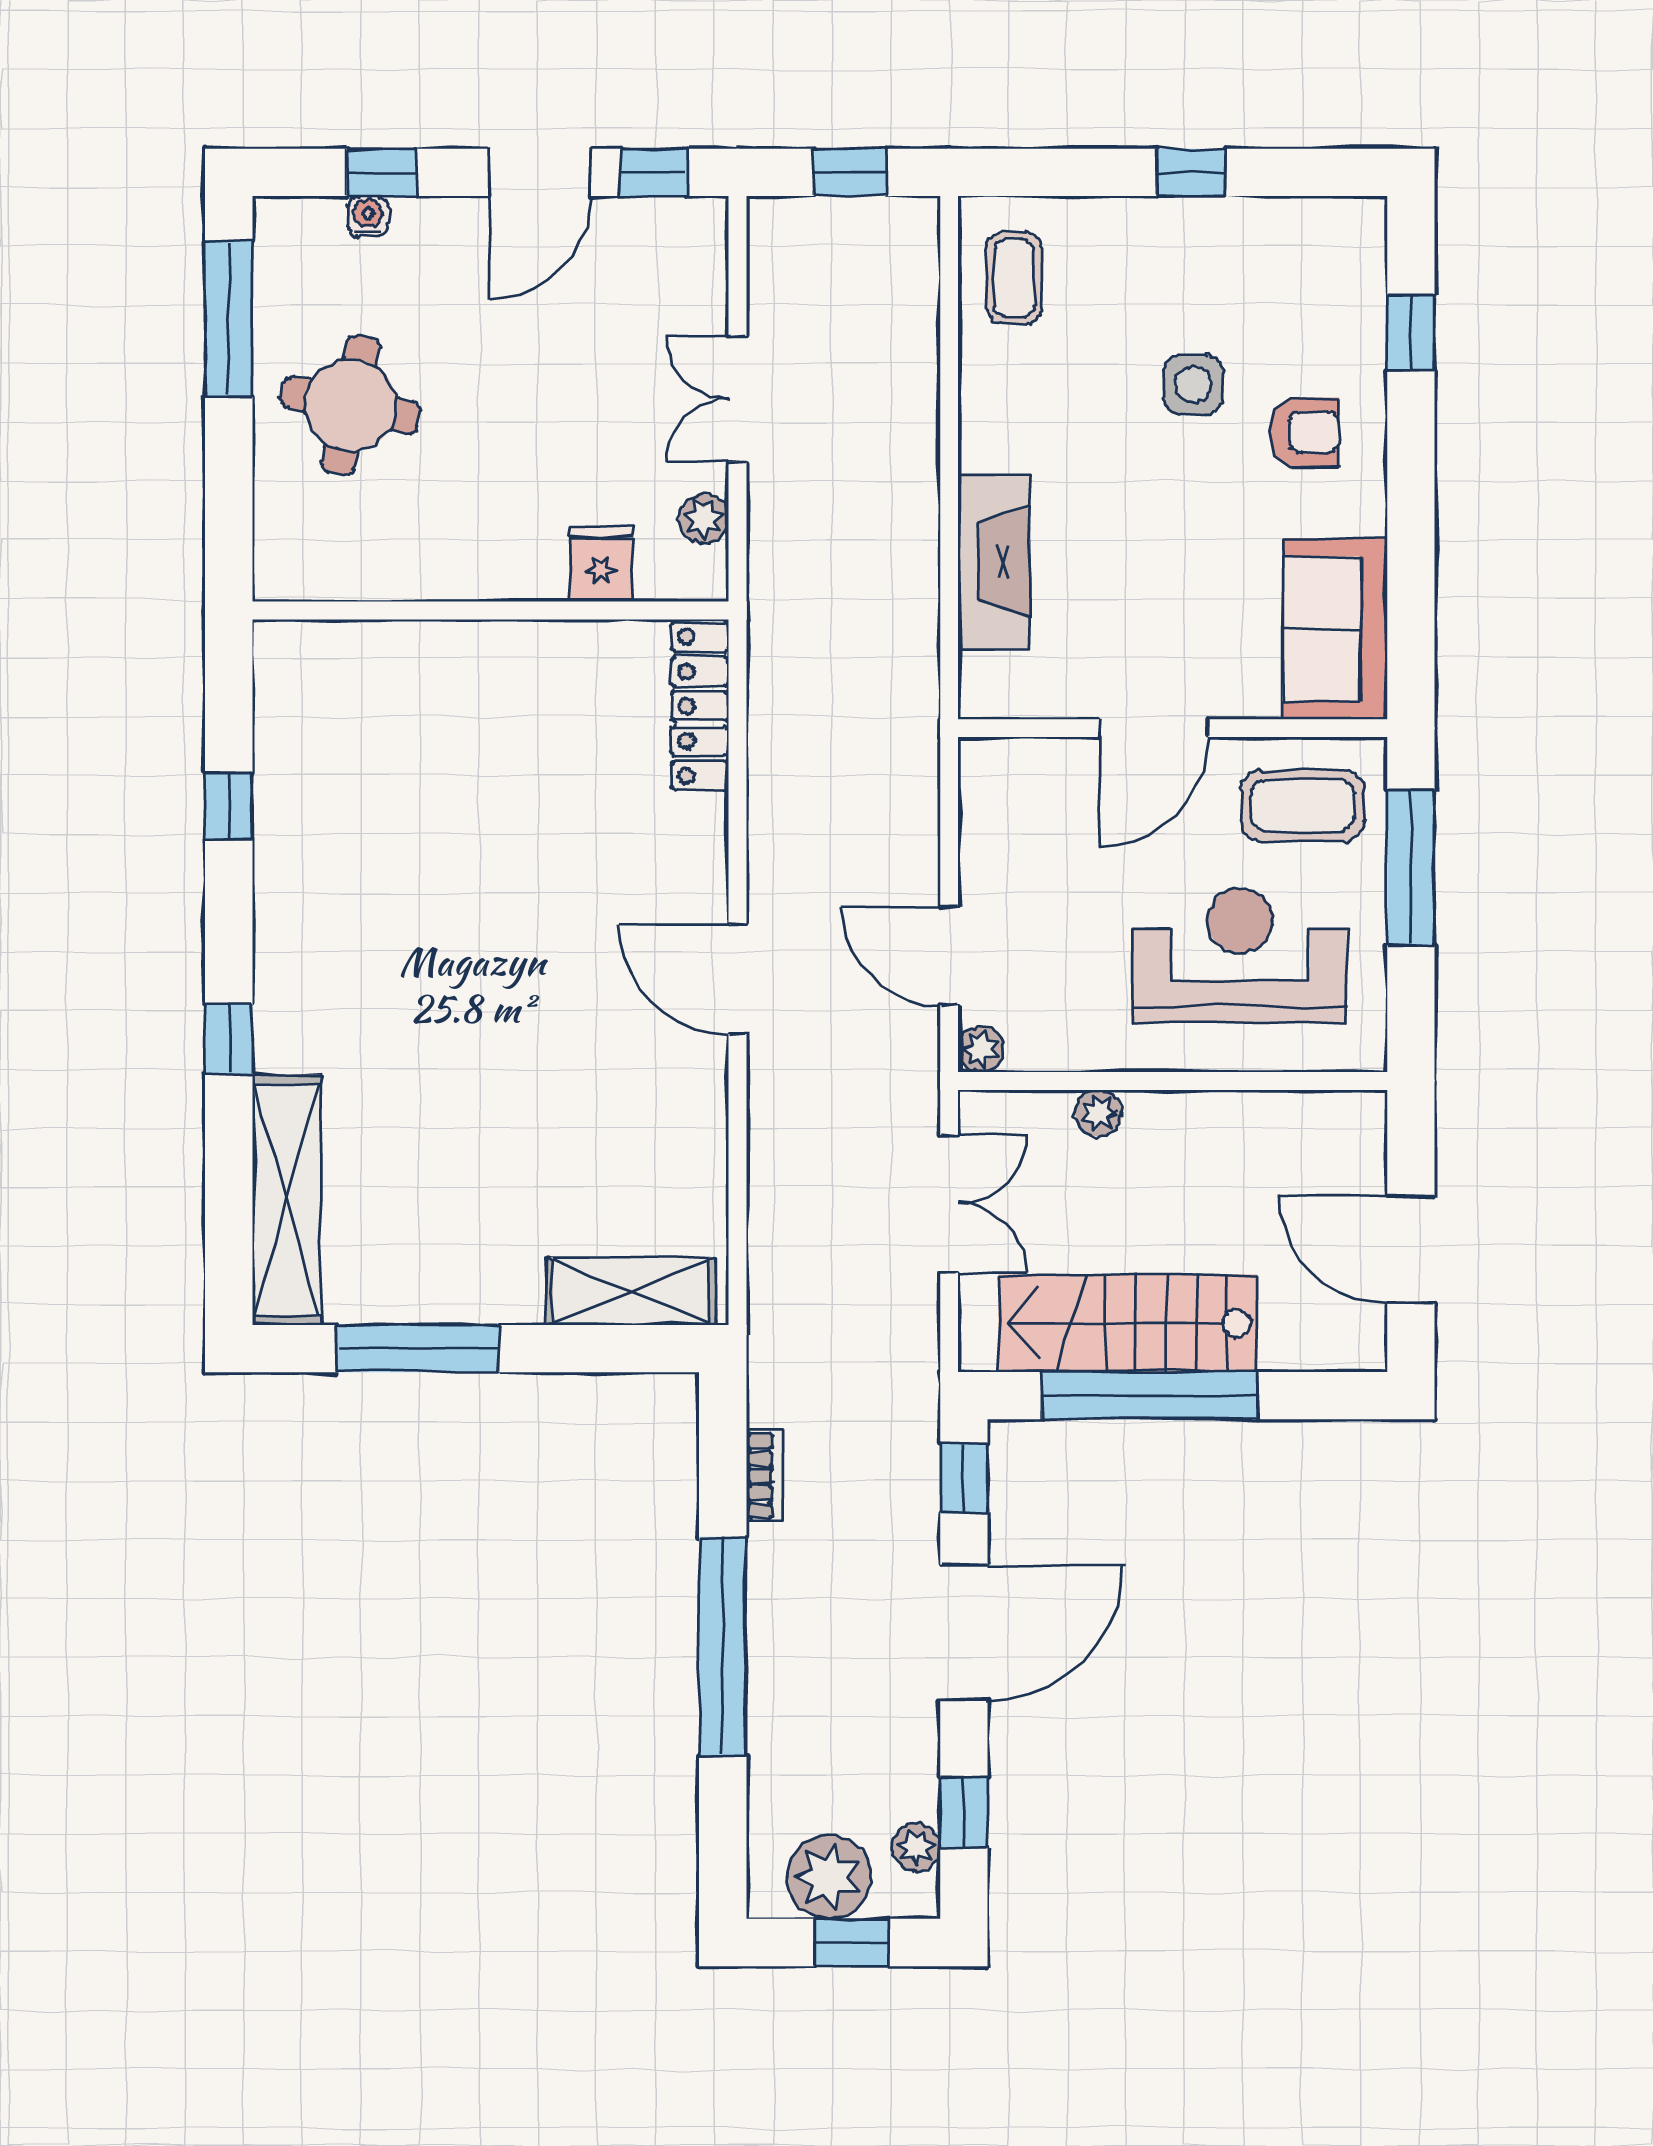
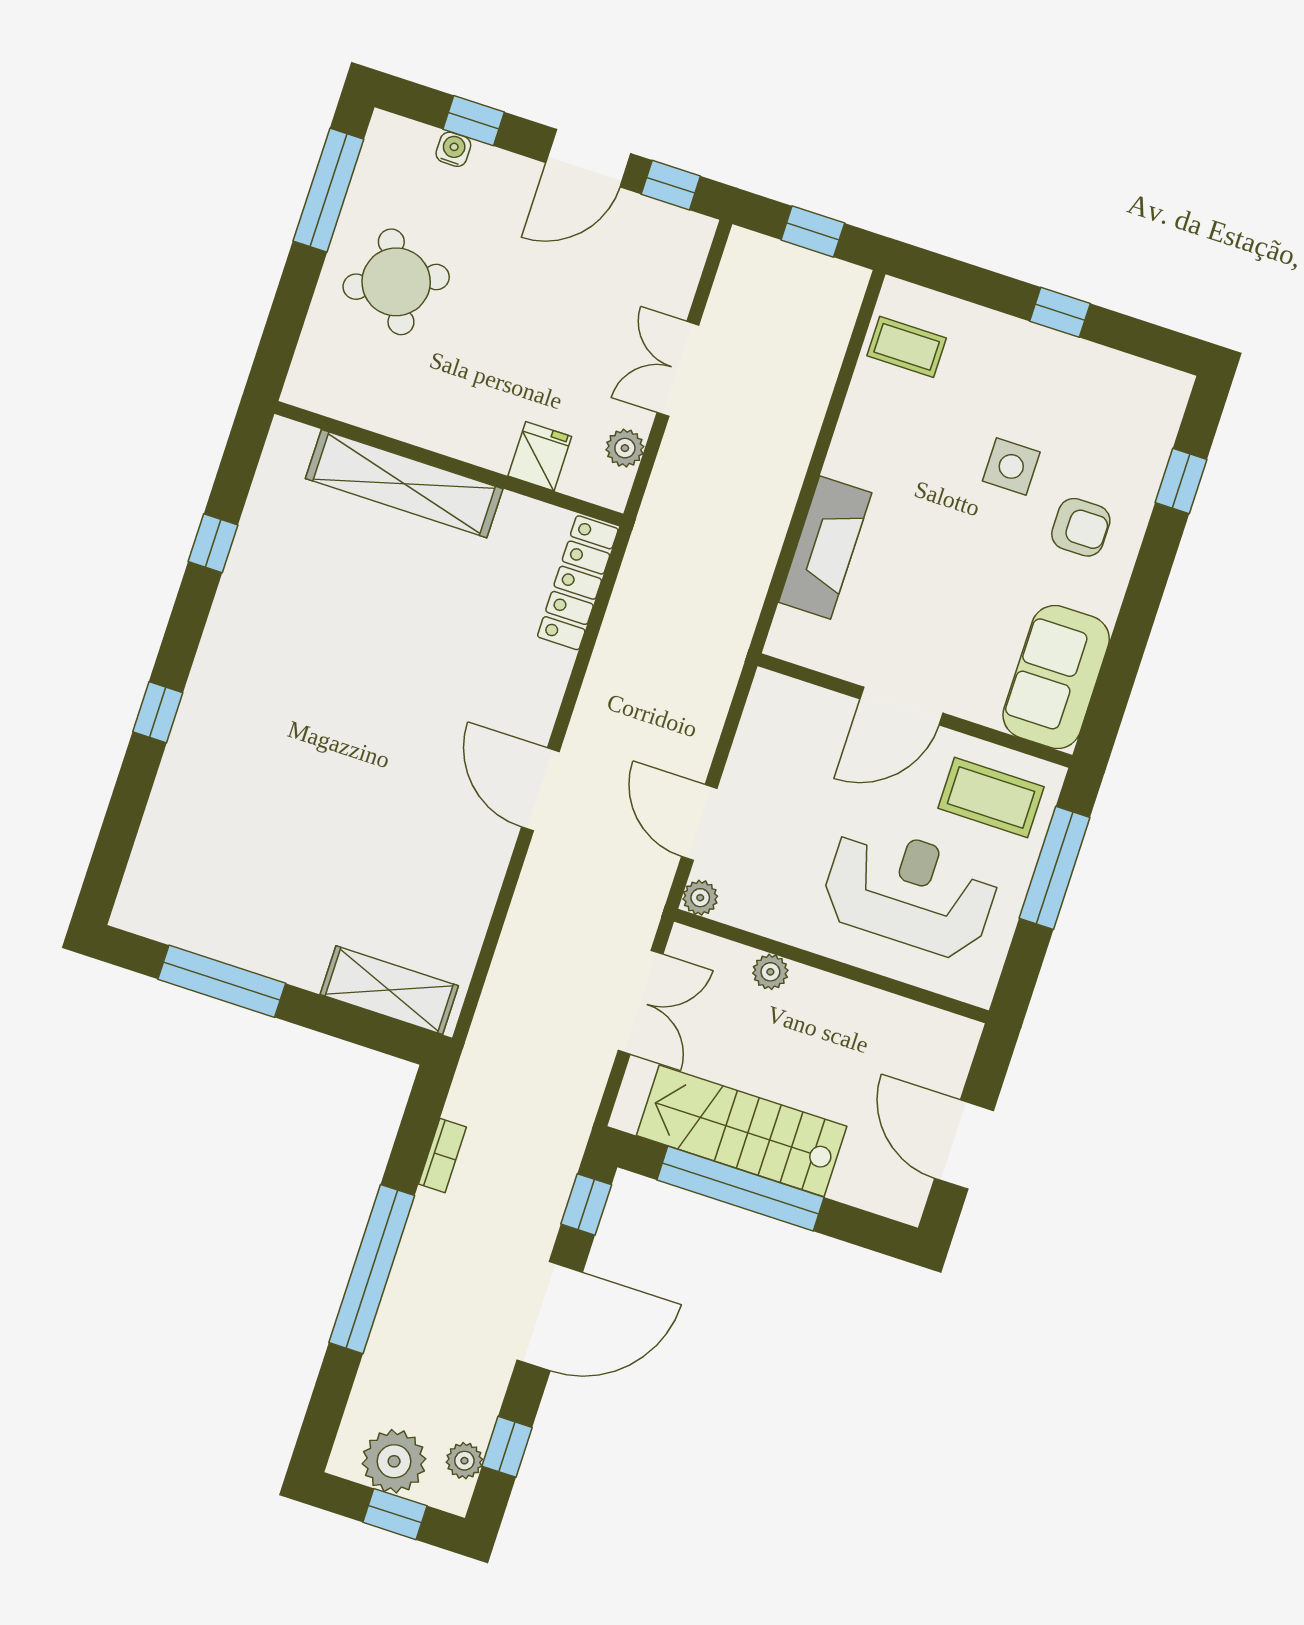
coffee table: (1014, 278) -> (907, 347), turned 90
round table: (351, 405) -> (396, 282), turned -37
shelving: (286, 1200) -> (404, 484), moved, turned 90

